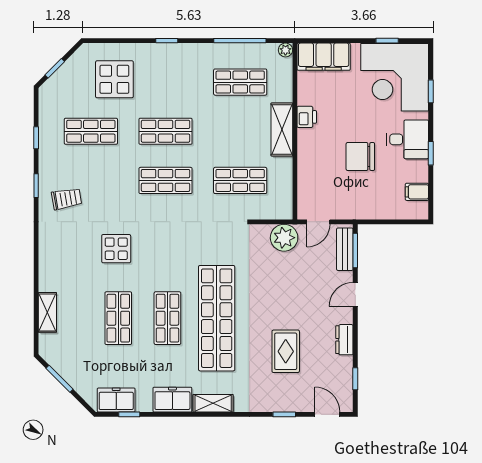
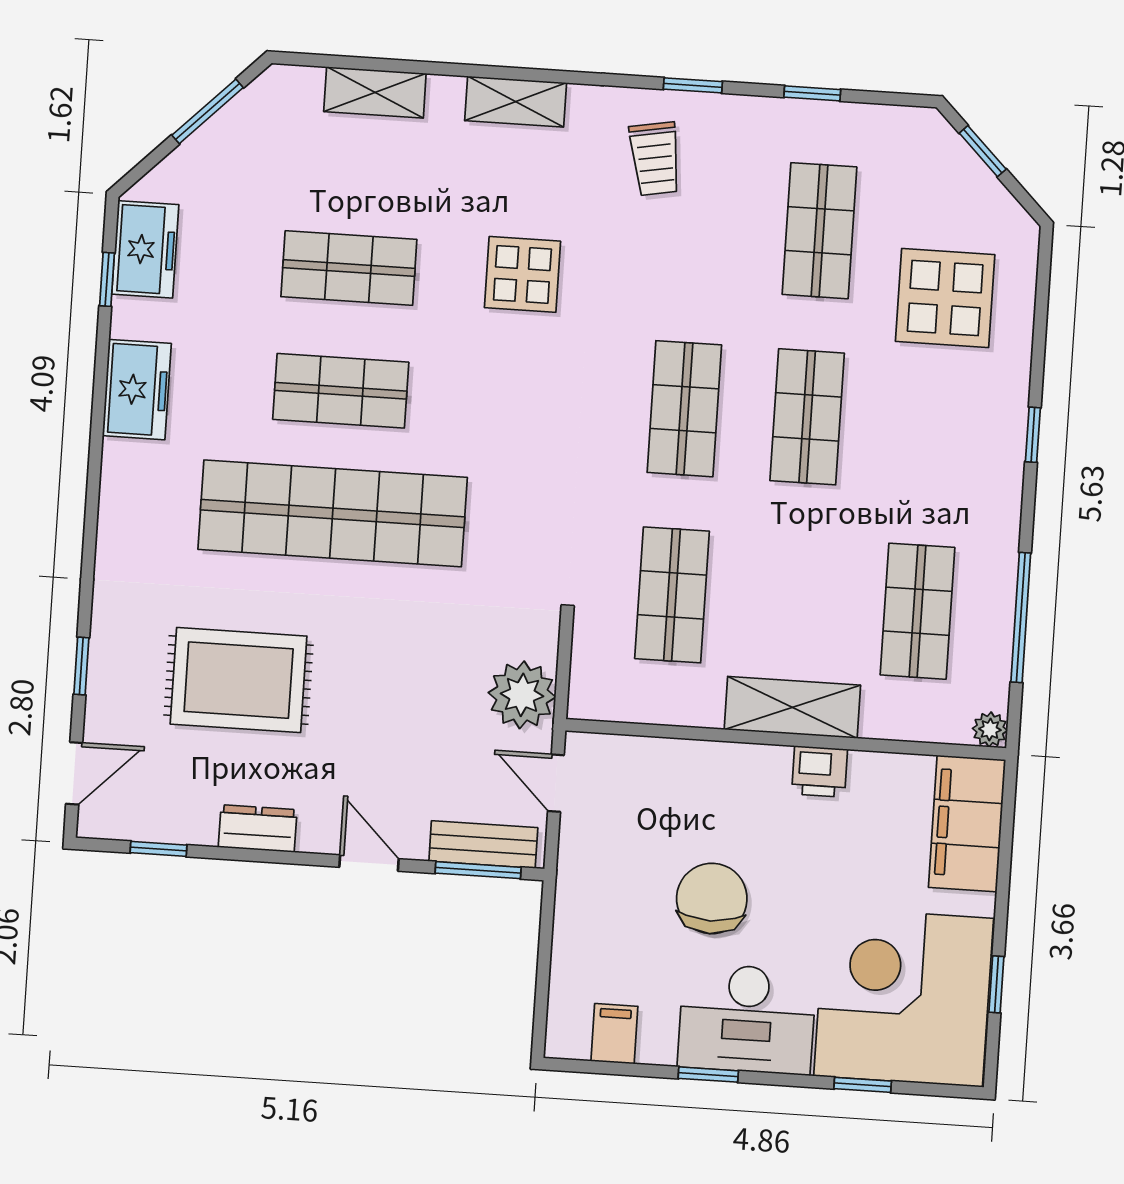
desk: (408, 139) -> (747, 1019), width x1.37
rug: (286, 351) -> (239, 680), width x1.36, depth x1.43
shelving: (213, 403) -> (516, 102), moved, turned 90

